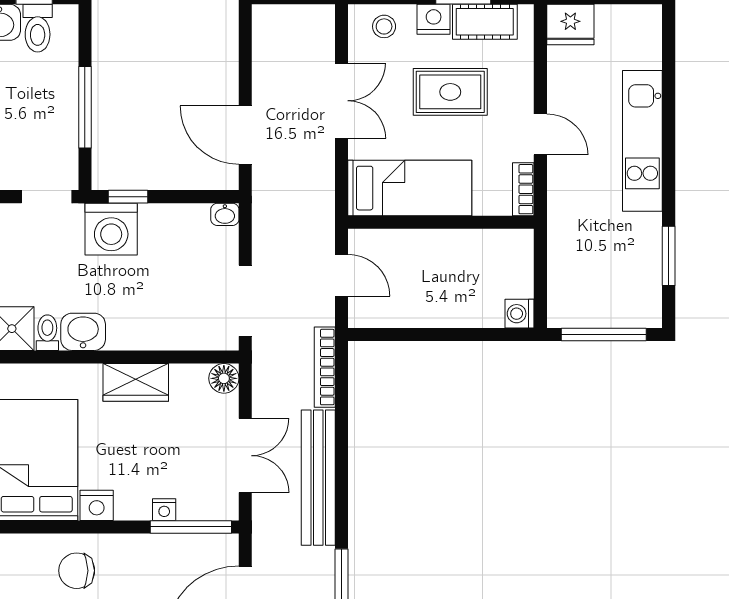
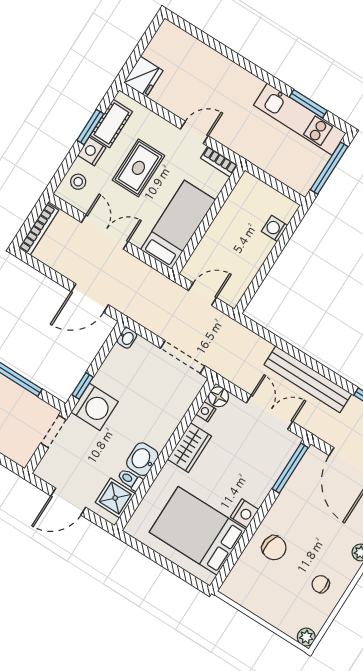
kitchen unit: (642, 141) -> (300, 119), moved
washing machine: (519, 314) -> (274, 228), moved, turned 90
bookcase: (325, 367) -> (39, 229), moved, turned -90
nightstand: (164, 510) -> (206, 412), moved, turned 180
chair: (77, 571) -> (274, 548), turned -80

